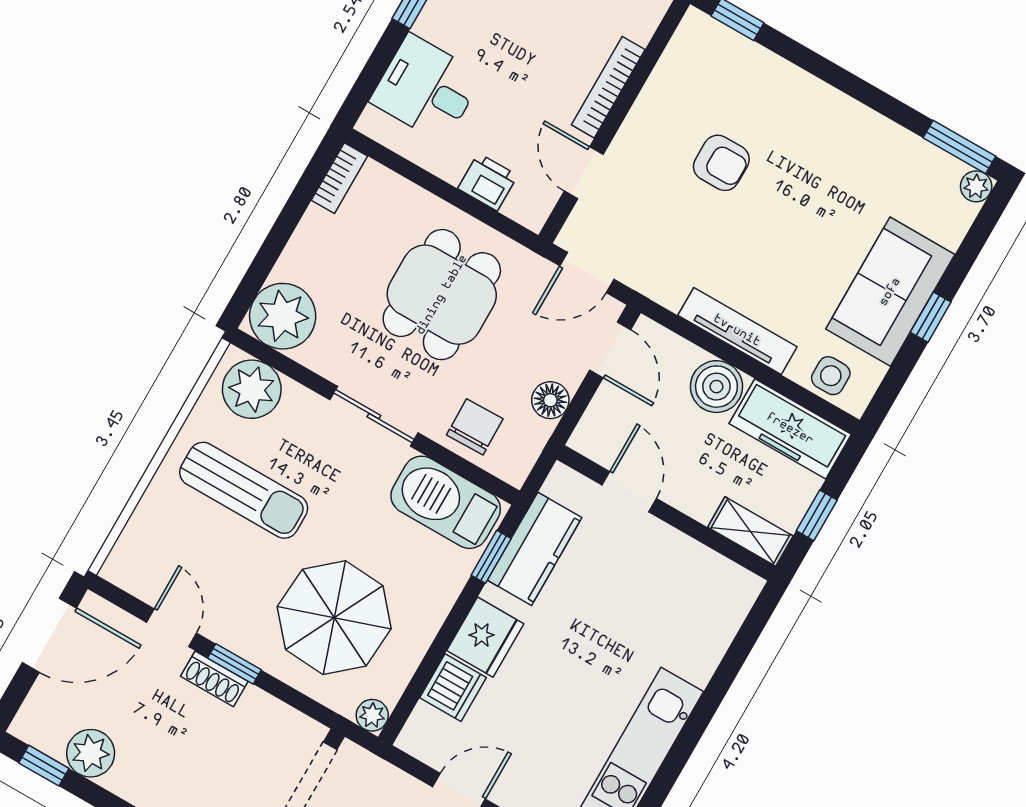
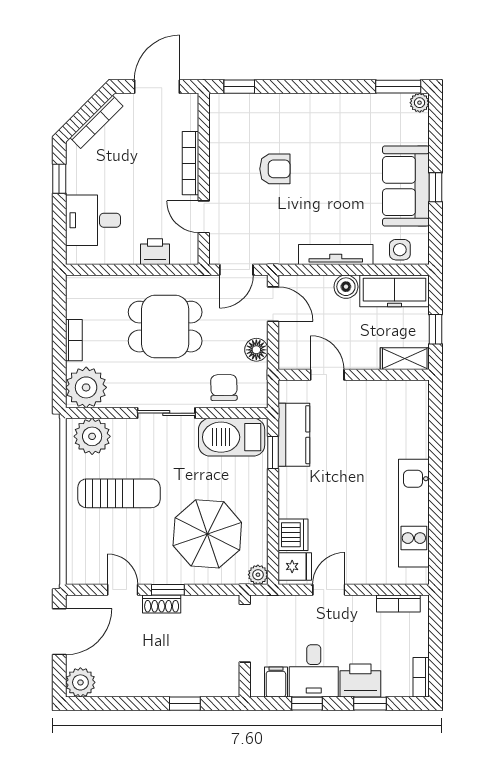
bookcase: (339, 178) -> (74, 340), moved
dining table: (442, 295) -> (165, 327), turned 90
boiler: (716, 387) -> (346, 287), width x0.73, depth x0.73
fridge: (485, 637) -> (295, 567), moved, width x0.72
plant: (91, 753) -> (80, 682), moved
window: (44, 766) -> (97, 704), removed

